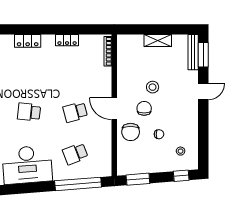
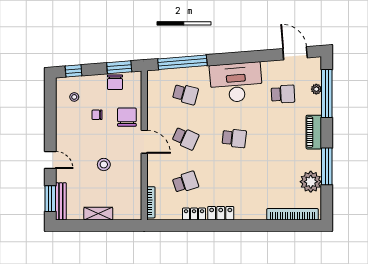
locker: (28, 41) -> (221, 213), moved
school desk: (75, 70) -> (185, 182), added
door: (203, 91) -> (50, 160), swing flipped
chair: (144, 108) -> (115, 82), moved
school desk: (75, 112) -> (185, 138), turned 39
school desk: (75, 154) -> (185, 94), turned 36

